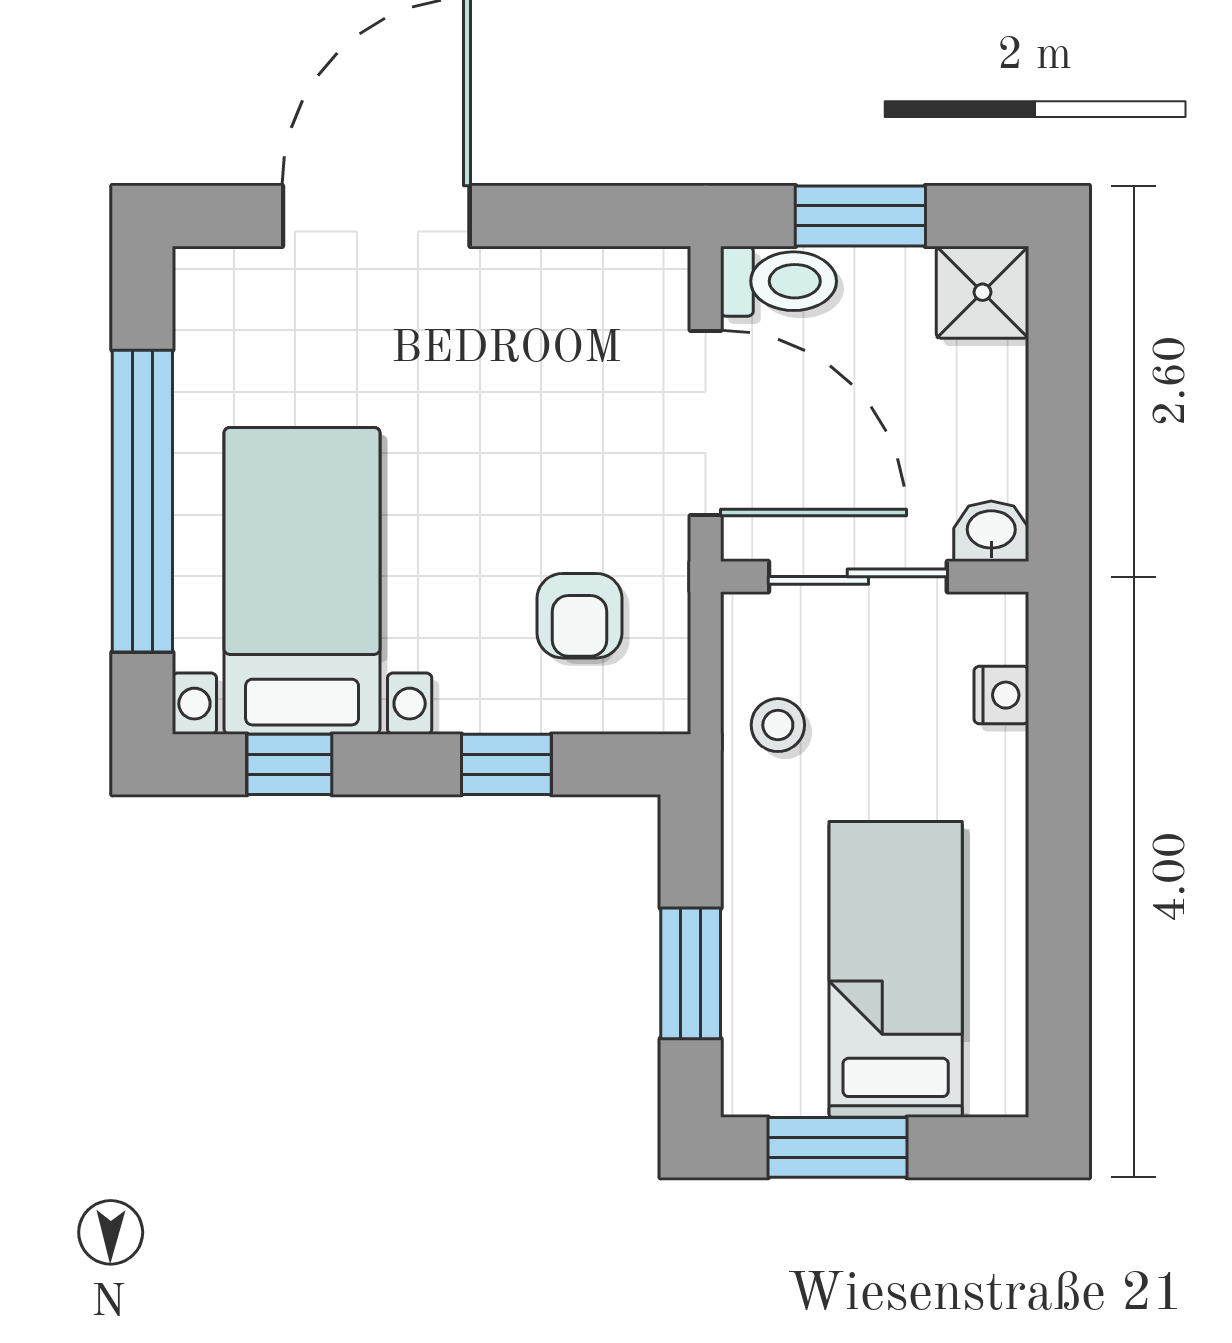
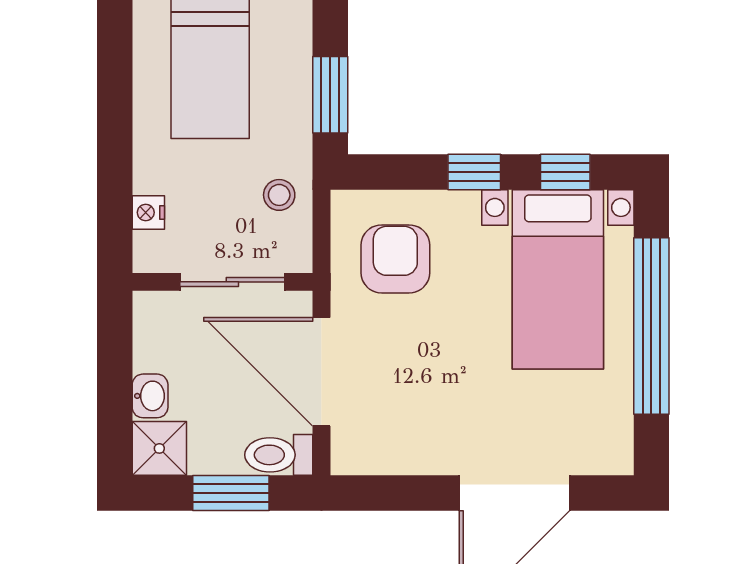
washbasin: (991, 531) -> (150, 396), moved, turned -90
armchair: (580, 616) -> (395, 259), width x1.38, depth x1.38
window: (506, 764) -> (474, 172), moved
window: (691, 973) -> (330, 95), moved

